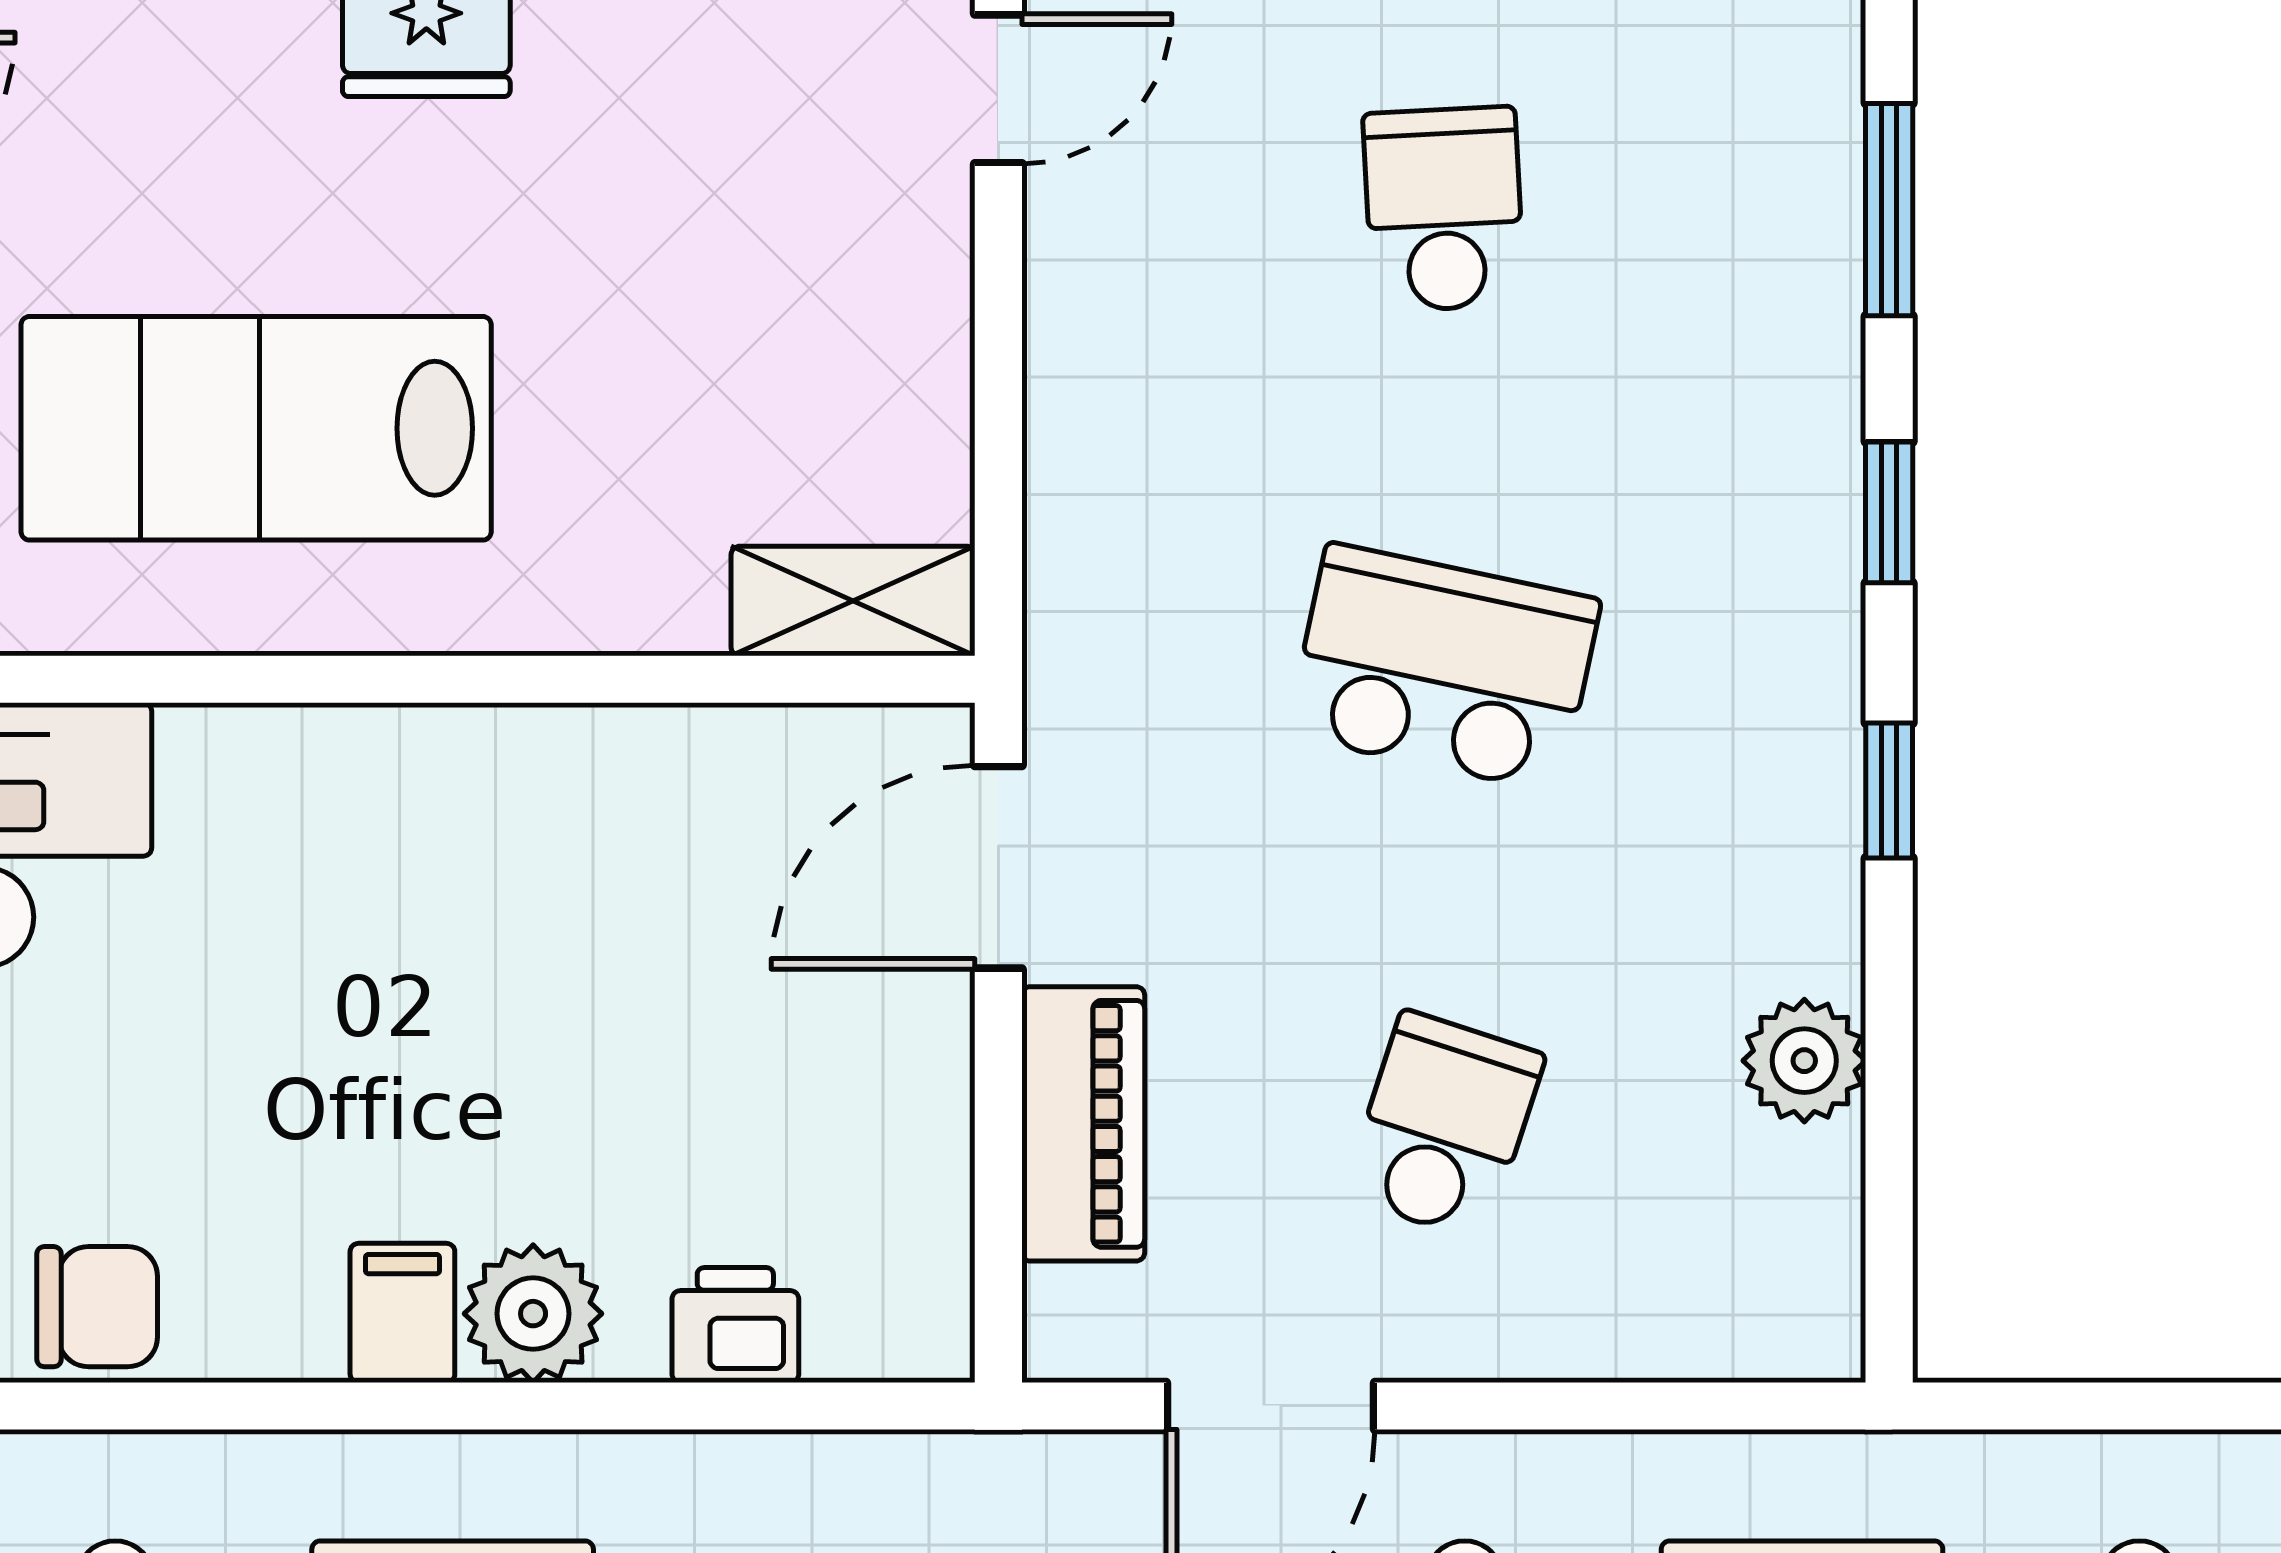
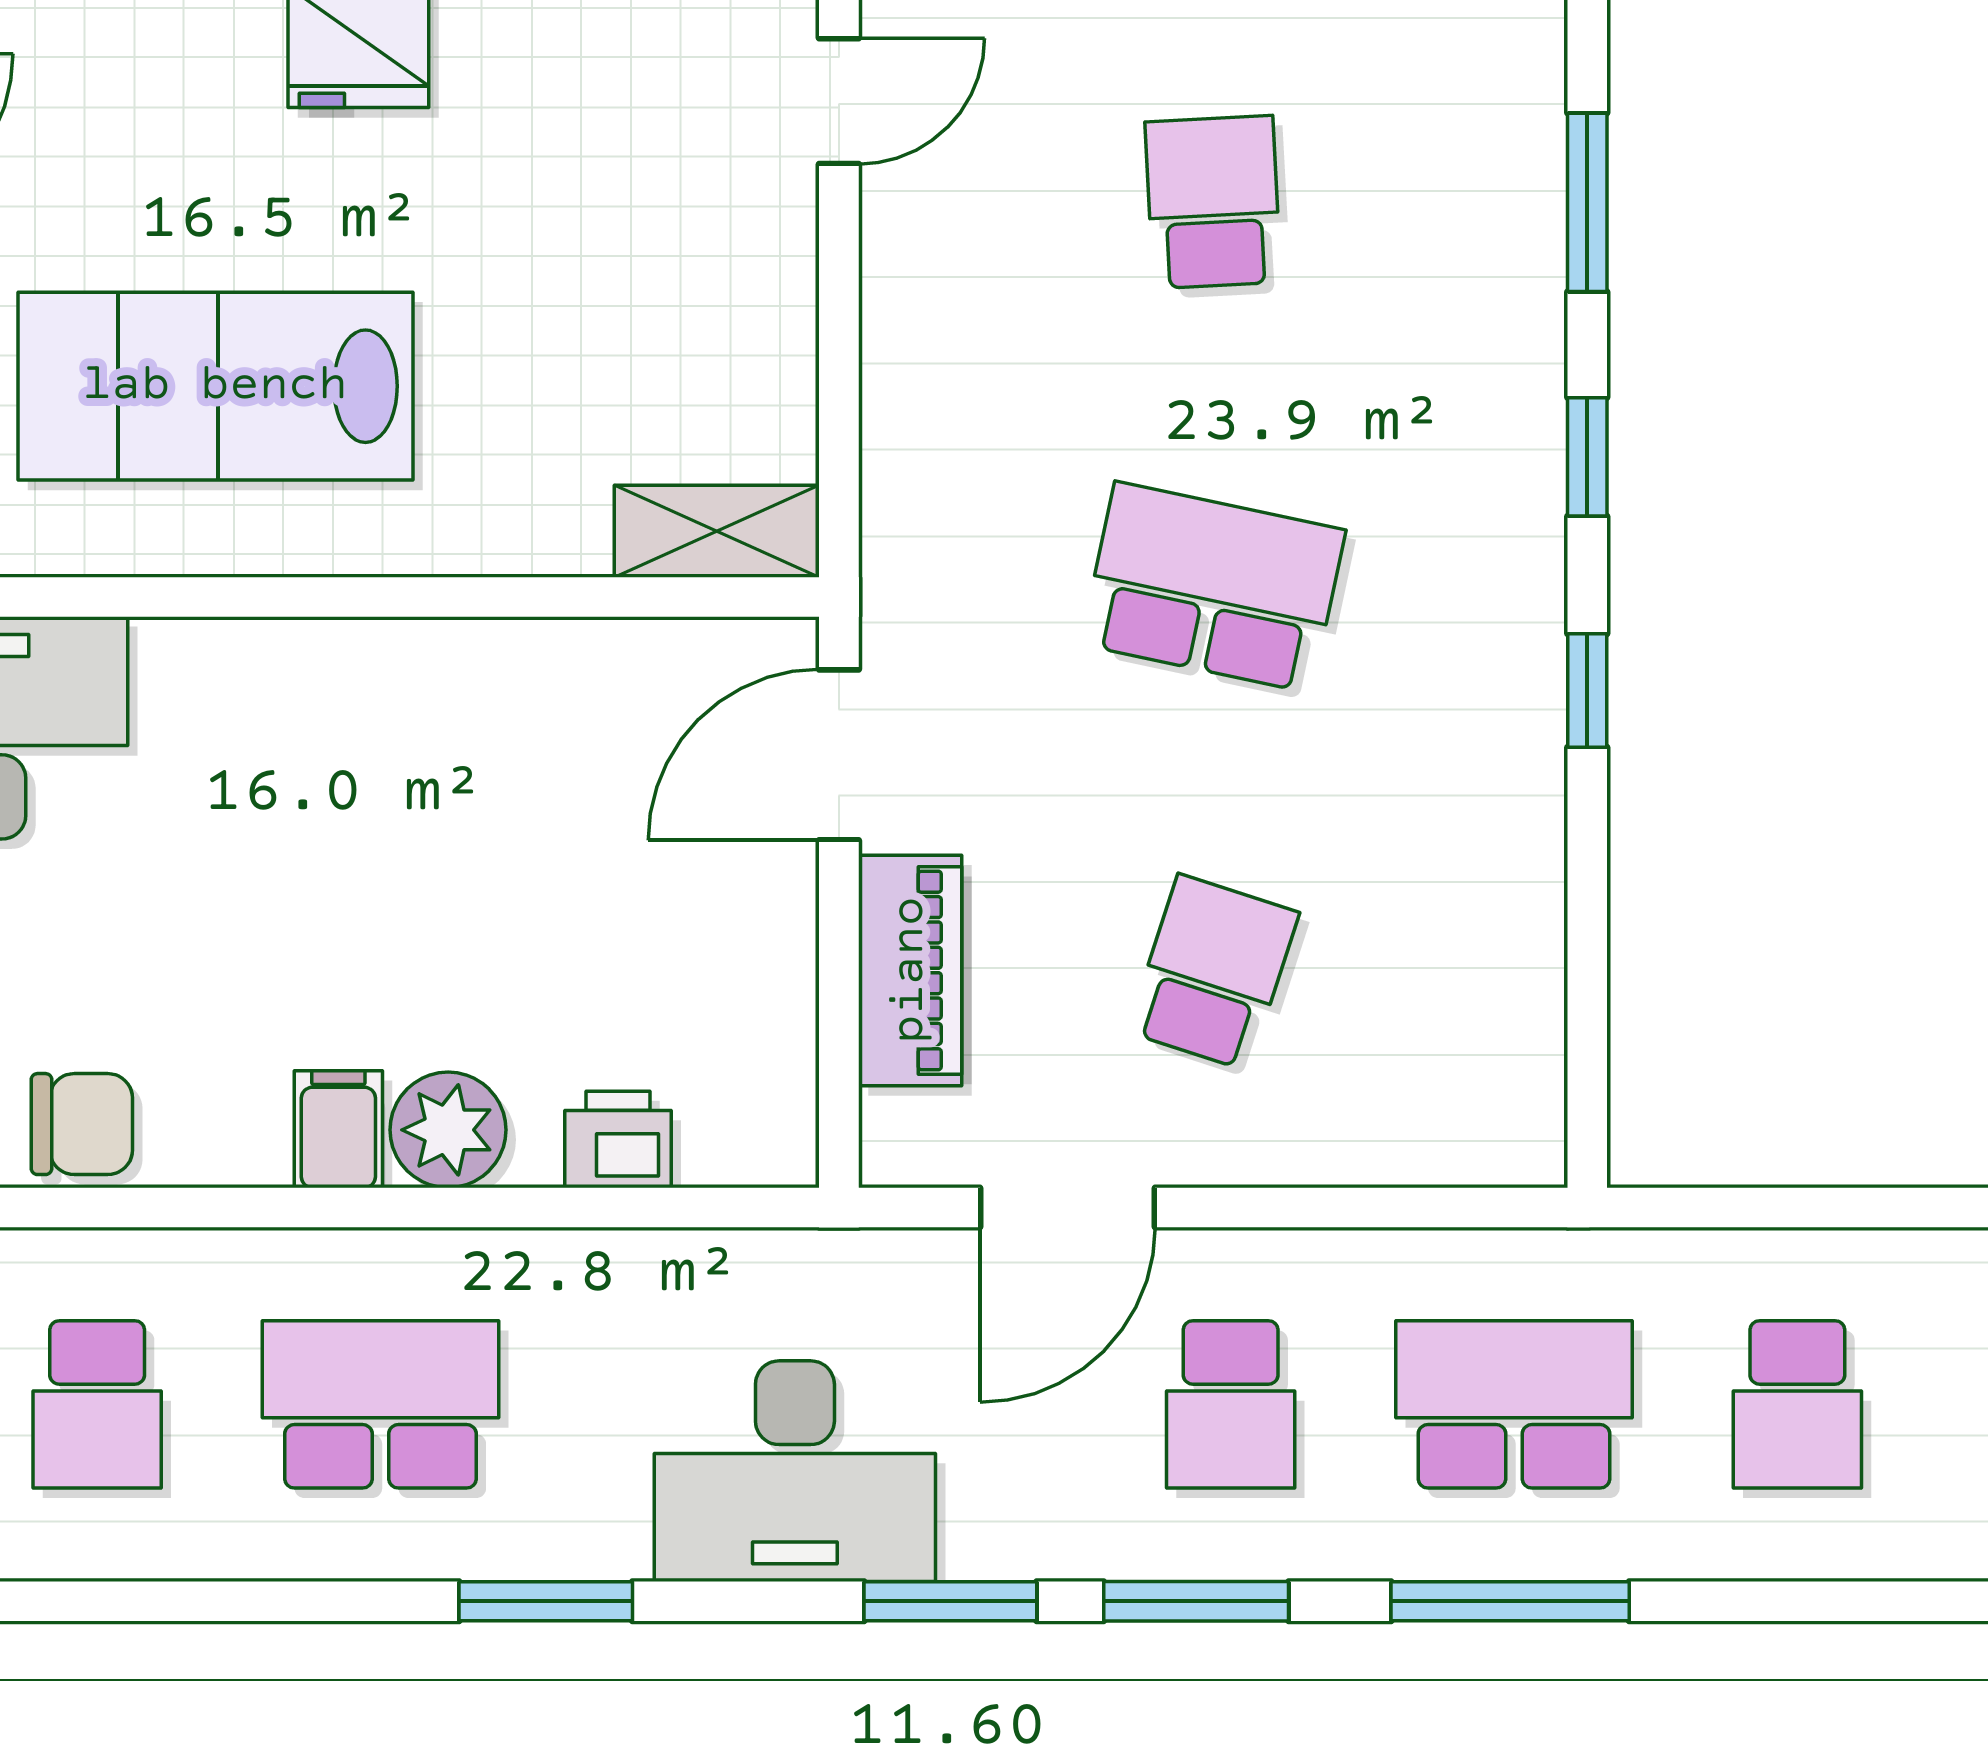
plant: (1804, 1061) -> (1516, 917), removed

